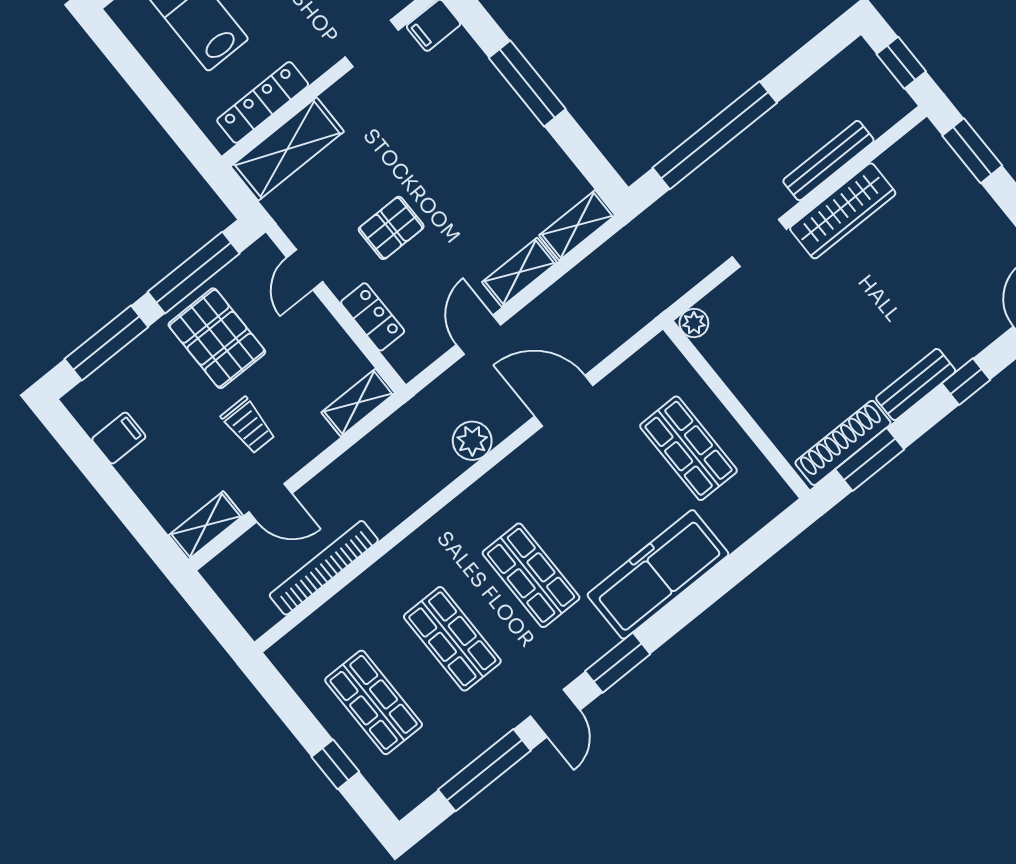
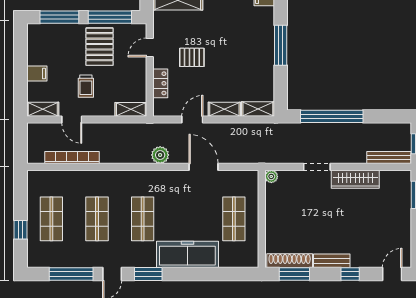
bench: (828, 161) -> (389, 158), moved
filing cabinet: (119, 438) -> (37, 74), moved

